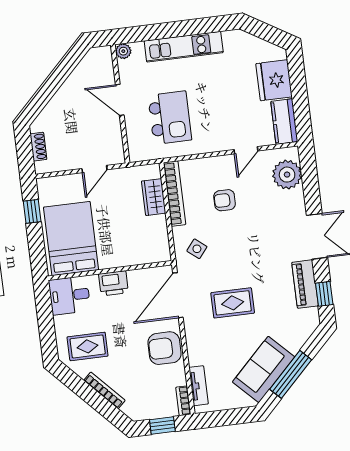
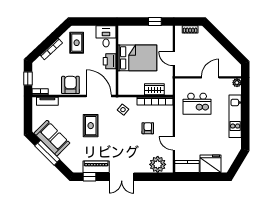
bed: (71, 238) -> (137, 58), moved

